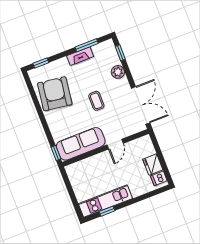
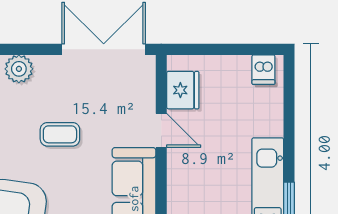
fridge: (153, 164) -> (183, 90), moved, turned -90

